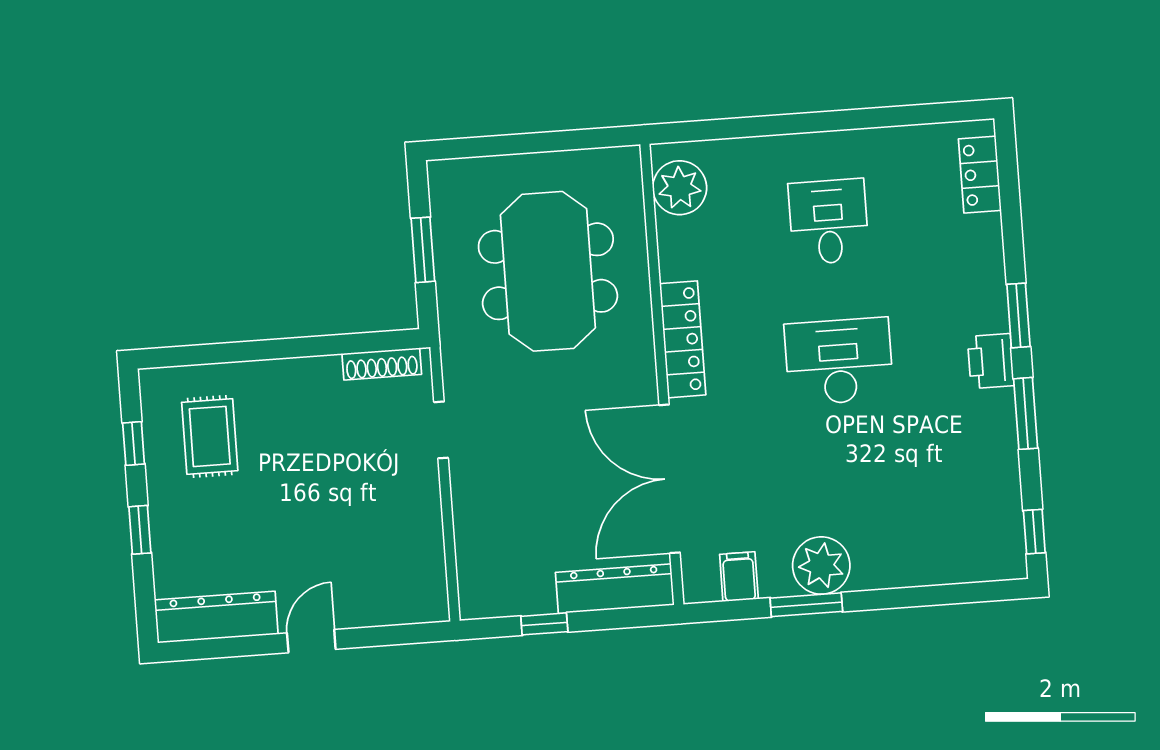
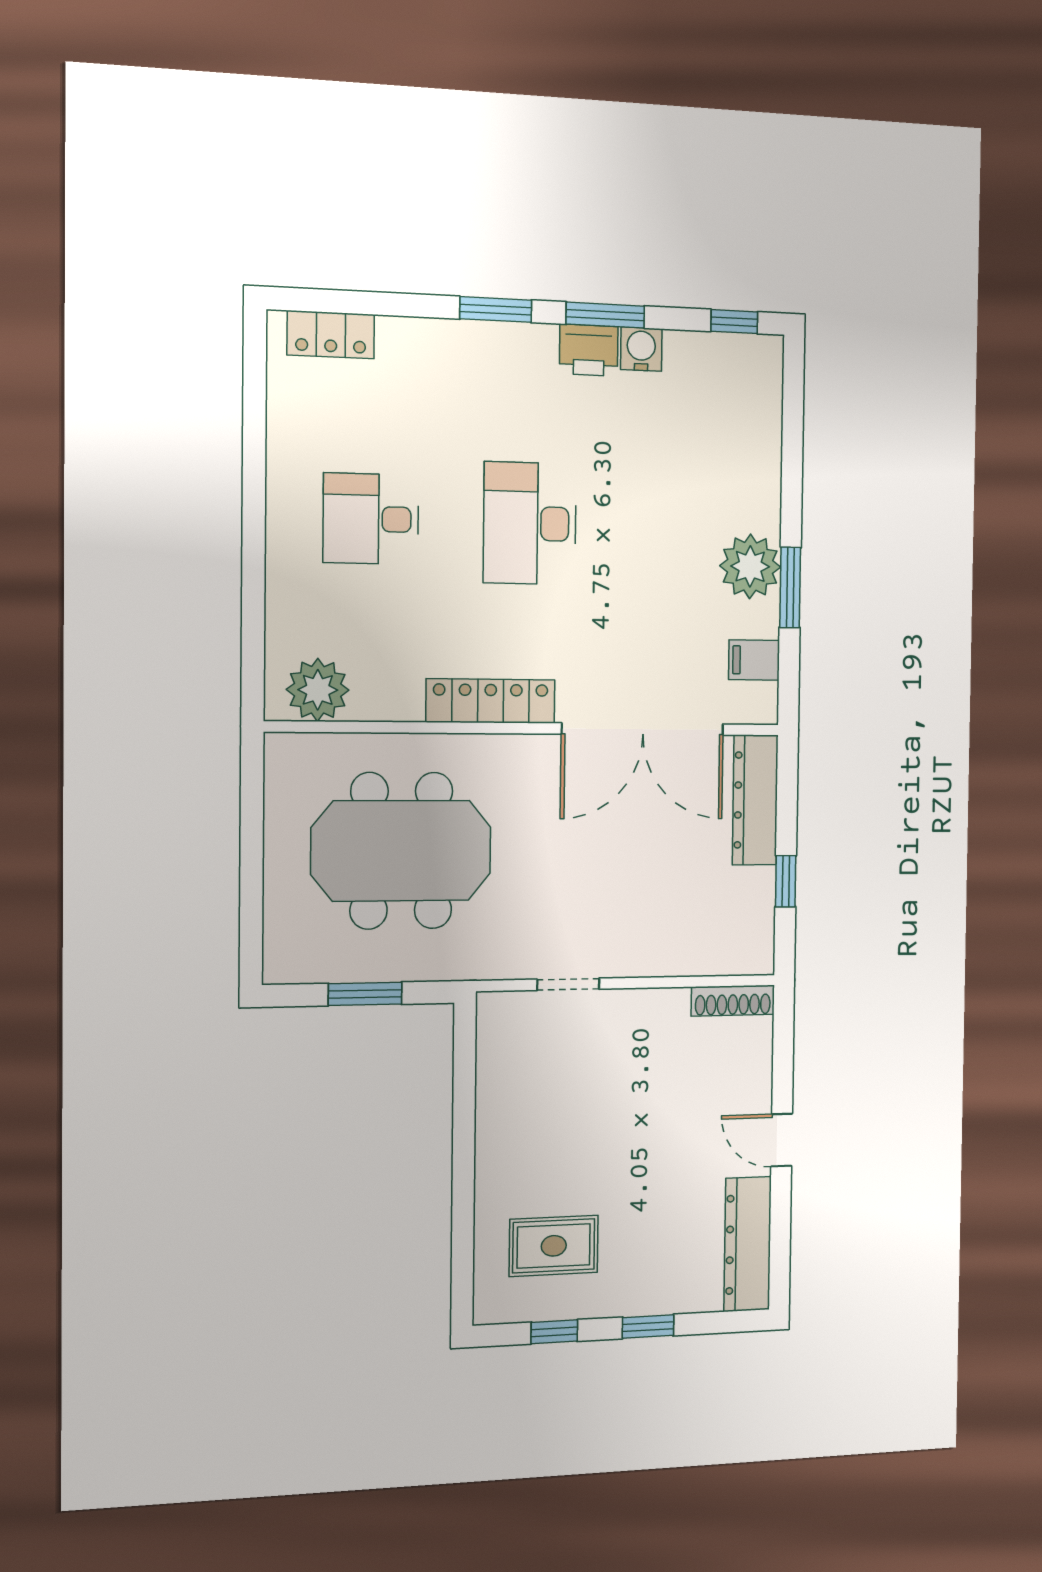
printer: (991, 361) -> (589, 350), moved
shoe rack: (382, 364) -> (733, 1001), moved, turned 90
water cooler: (1000, 448) -> (641, 349), added

